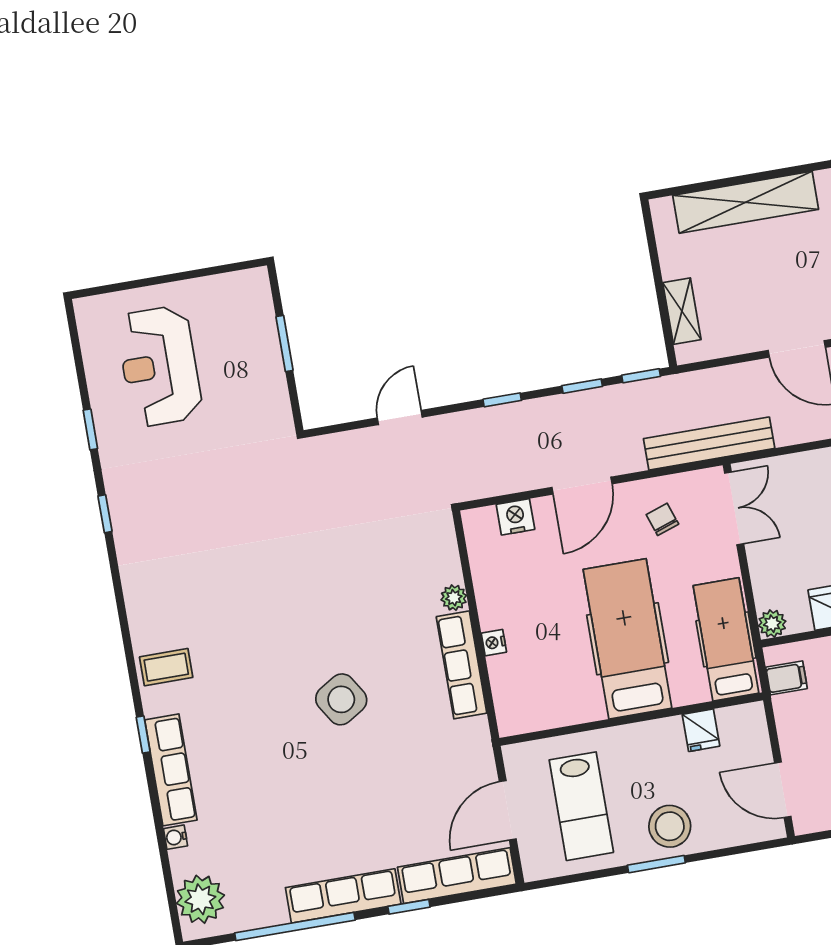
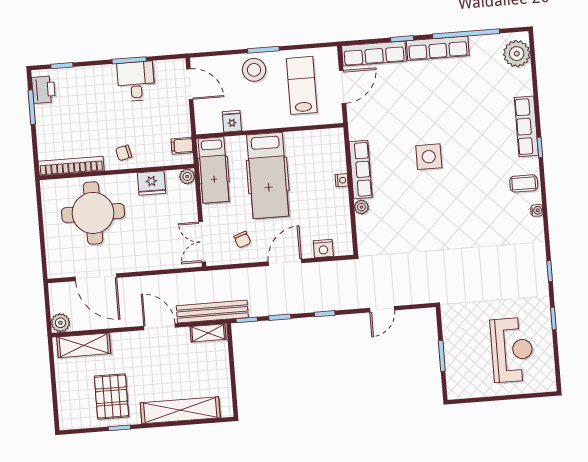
shelving: (682, 311) -> (208, 333), moved, turned 90
bench: (709, 443) -> (212, 312), moved
side table: (341, 699) -> (429, 157), turned 32
water cooler: (176, 837) -> (537, 210), moved

